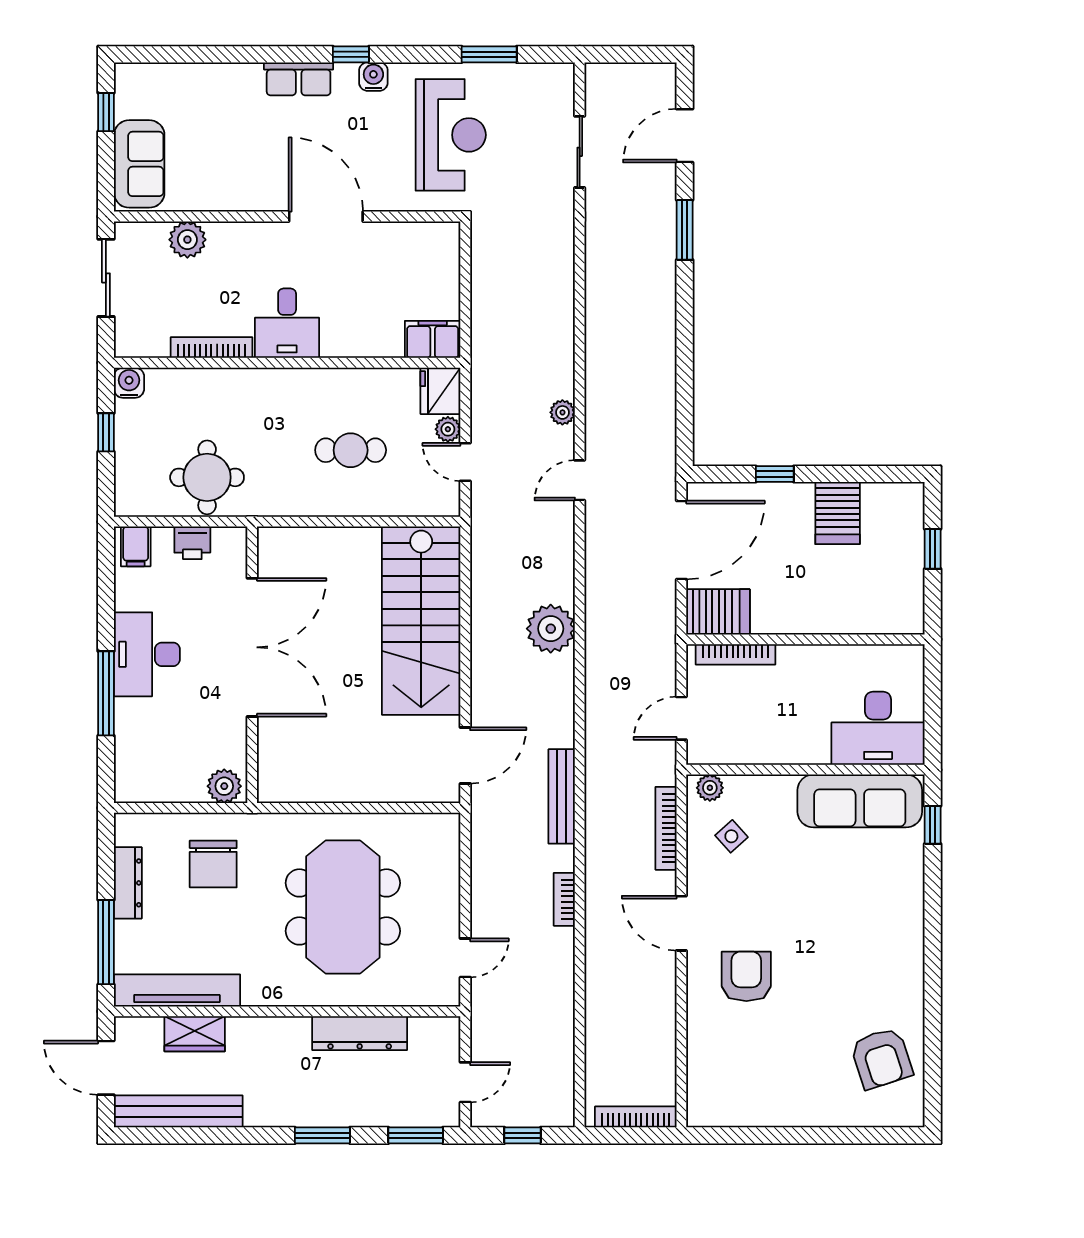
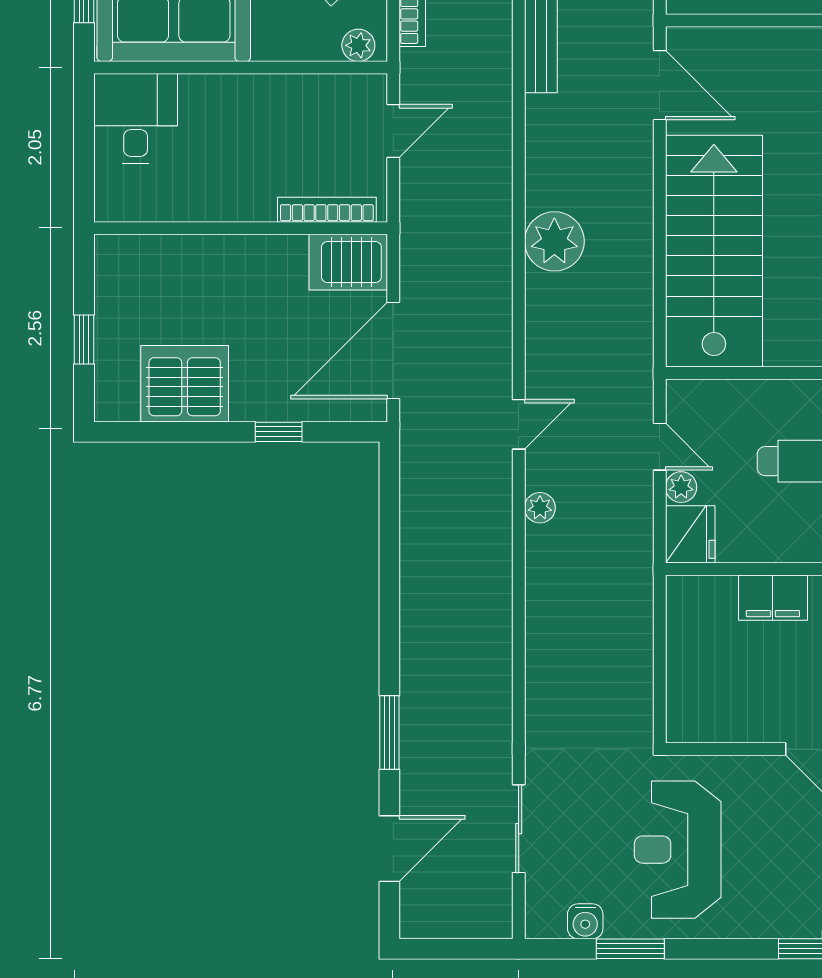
water cooler: (373, 77) -> (585, 921), moved
filing cabinet: (433, 339) -> (773, 598), moved
server rack: (838, 513) -> (185, 384), width x1.60
desk: (878, 728) -> (136, 119), width x0.73
door: (465, 755) -> (660, 85), swing flipped

